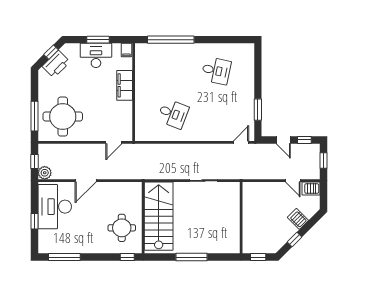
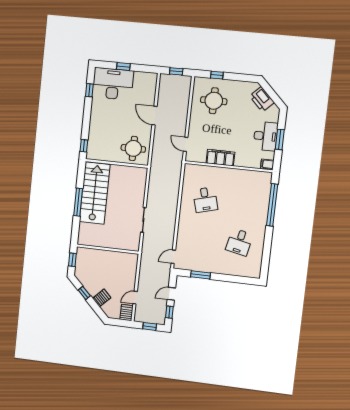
window: (51, 52) -> (273, 96), removed
filing cabinet: (125, 85) -> (220, 158), moved
desk: (173, 114) -> (205, 200), turned -36
window: (34, 116) -> (217, 75), width x0.46
round table: (63, 117) -> (214, 101), width x0.73, depth x0.73
door: (241, 142) -> (173, 257), swing flipped
plant: (45, 173) -> (165, 80), removed
desk: (55, 207) -> (113, 84), moved
stairs: (159, 216) -> (95, 193), moved, turned -90
round table: (122, 228) -> (133, 148), moved
window: (64, 257) -> (89, 90), width x0.46

